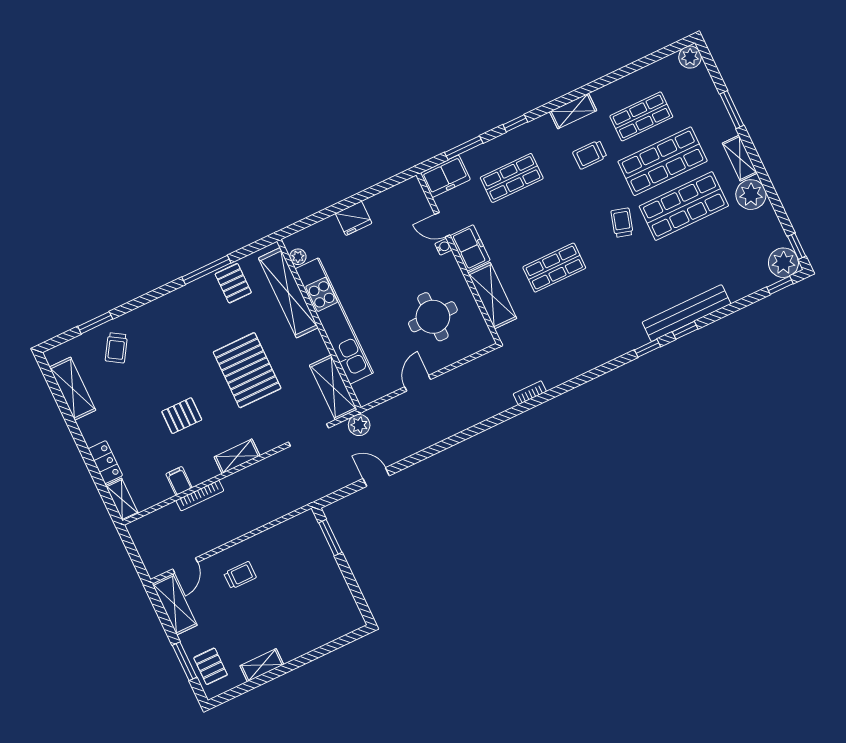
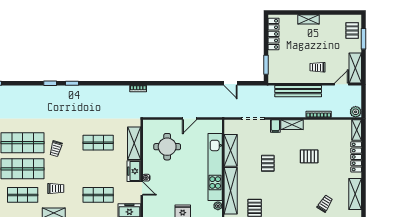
bench: (686, 313) -> (298, 91), moved
pallet: (247, 370) -> (268, 163), width x0.49, depth x0.50
shelving: (333, 387) -> (231, 150), moved
plant: (359, 425) -> (356, 112), moved
locker: (105, 462) -> (356, 157), width x1.53
filing cabinet: (179, 481) -> (275, 126), moved
locker: (342, 597) -> (274, 34), added
shelving: (262, 665) -> (308, 19), moved

